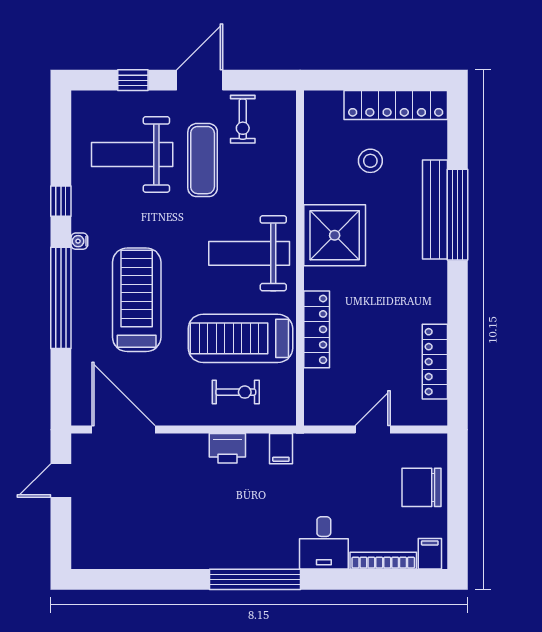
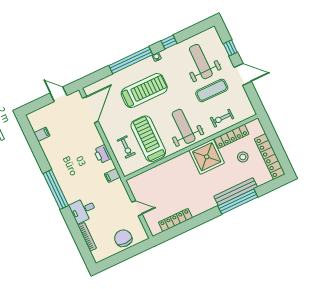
exercise bike: (243, 119) -> (222, 118), moved
locker: (317, 329) -> (232, 136), moved
filing cabinet: (430, 554) -> (42, 134), moved

